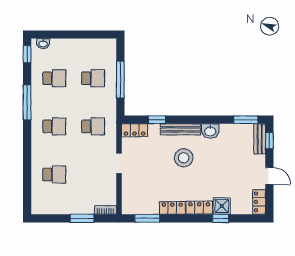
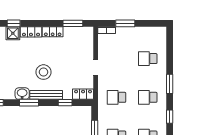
window: (27, 102) -> (170, 117), width x0.46
window: (202, 120) -> (29, 103), added
window: (27, 143) -> (170, 84), added

